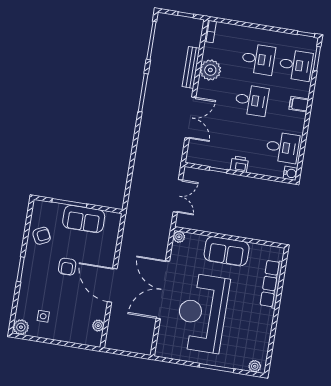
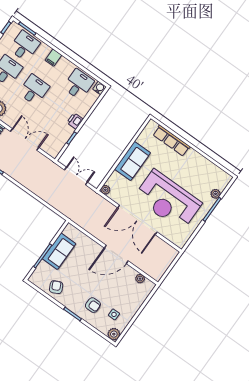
armchair: (67, 267) -> (93, 305), moved
plant: (255, 366) -> (216, 194), moved

